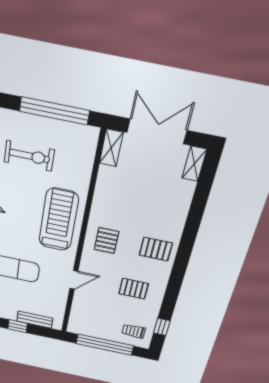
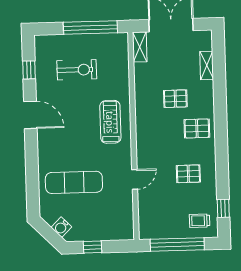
shelving: (194, 164) -> (207, 65), moved
treadmill: (59, 220) -> (110, 122), width x0.73, depth x0.73
pallet: (107, 241) -> (175, 99), moved, turned 90
bench: (35, 320) -> (107, 234), removed

